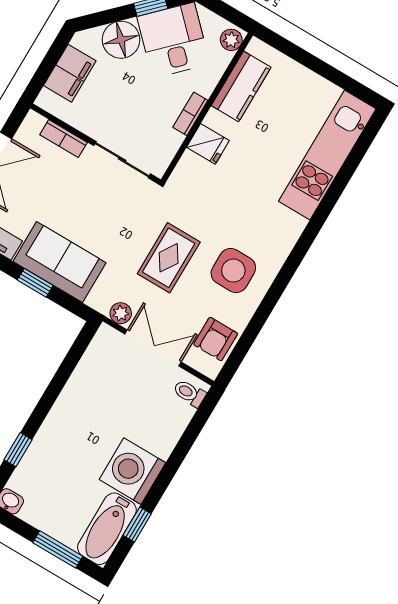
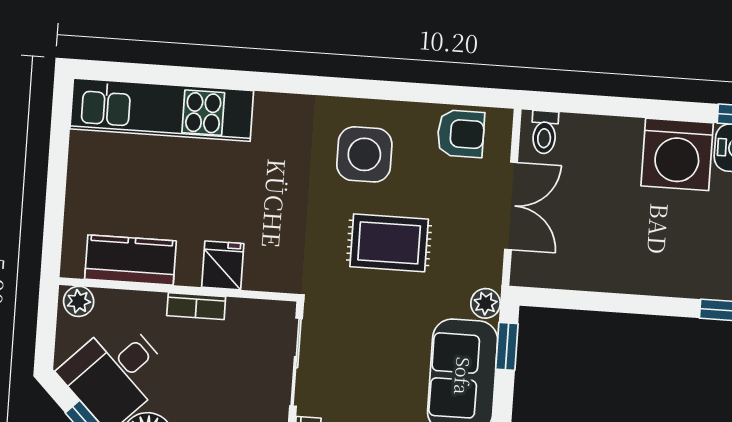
window: (35, 283) -> (507, 346), moved
plant: (121, 313) -> (486, 303), moved
double door: (153, 348) -> (511, 206), swing flipped

